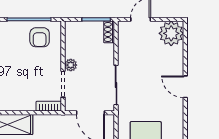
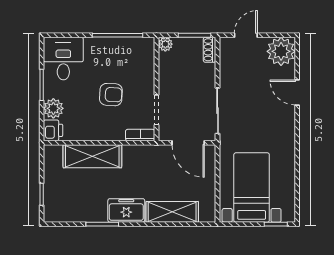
armchair: (40, 37) -> (111, 95), moved, turned -87
plant: (71, 65) -> (165, 44), moved
door: (185, 87) -> (297, 92), moved

